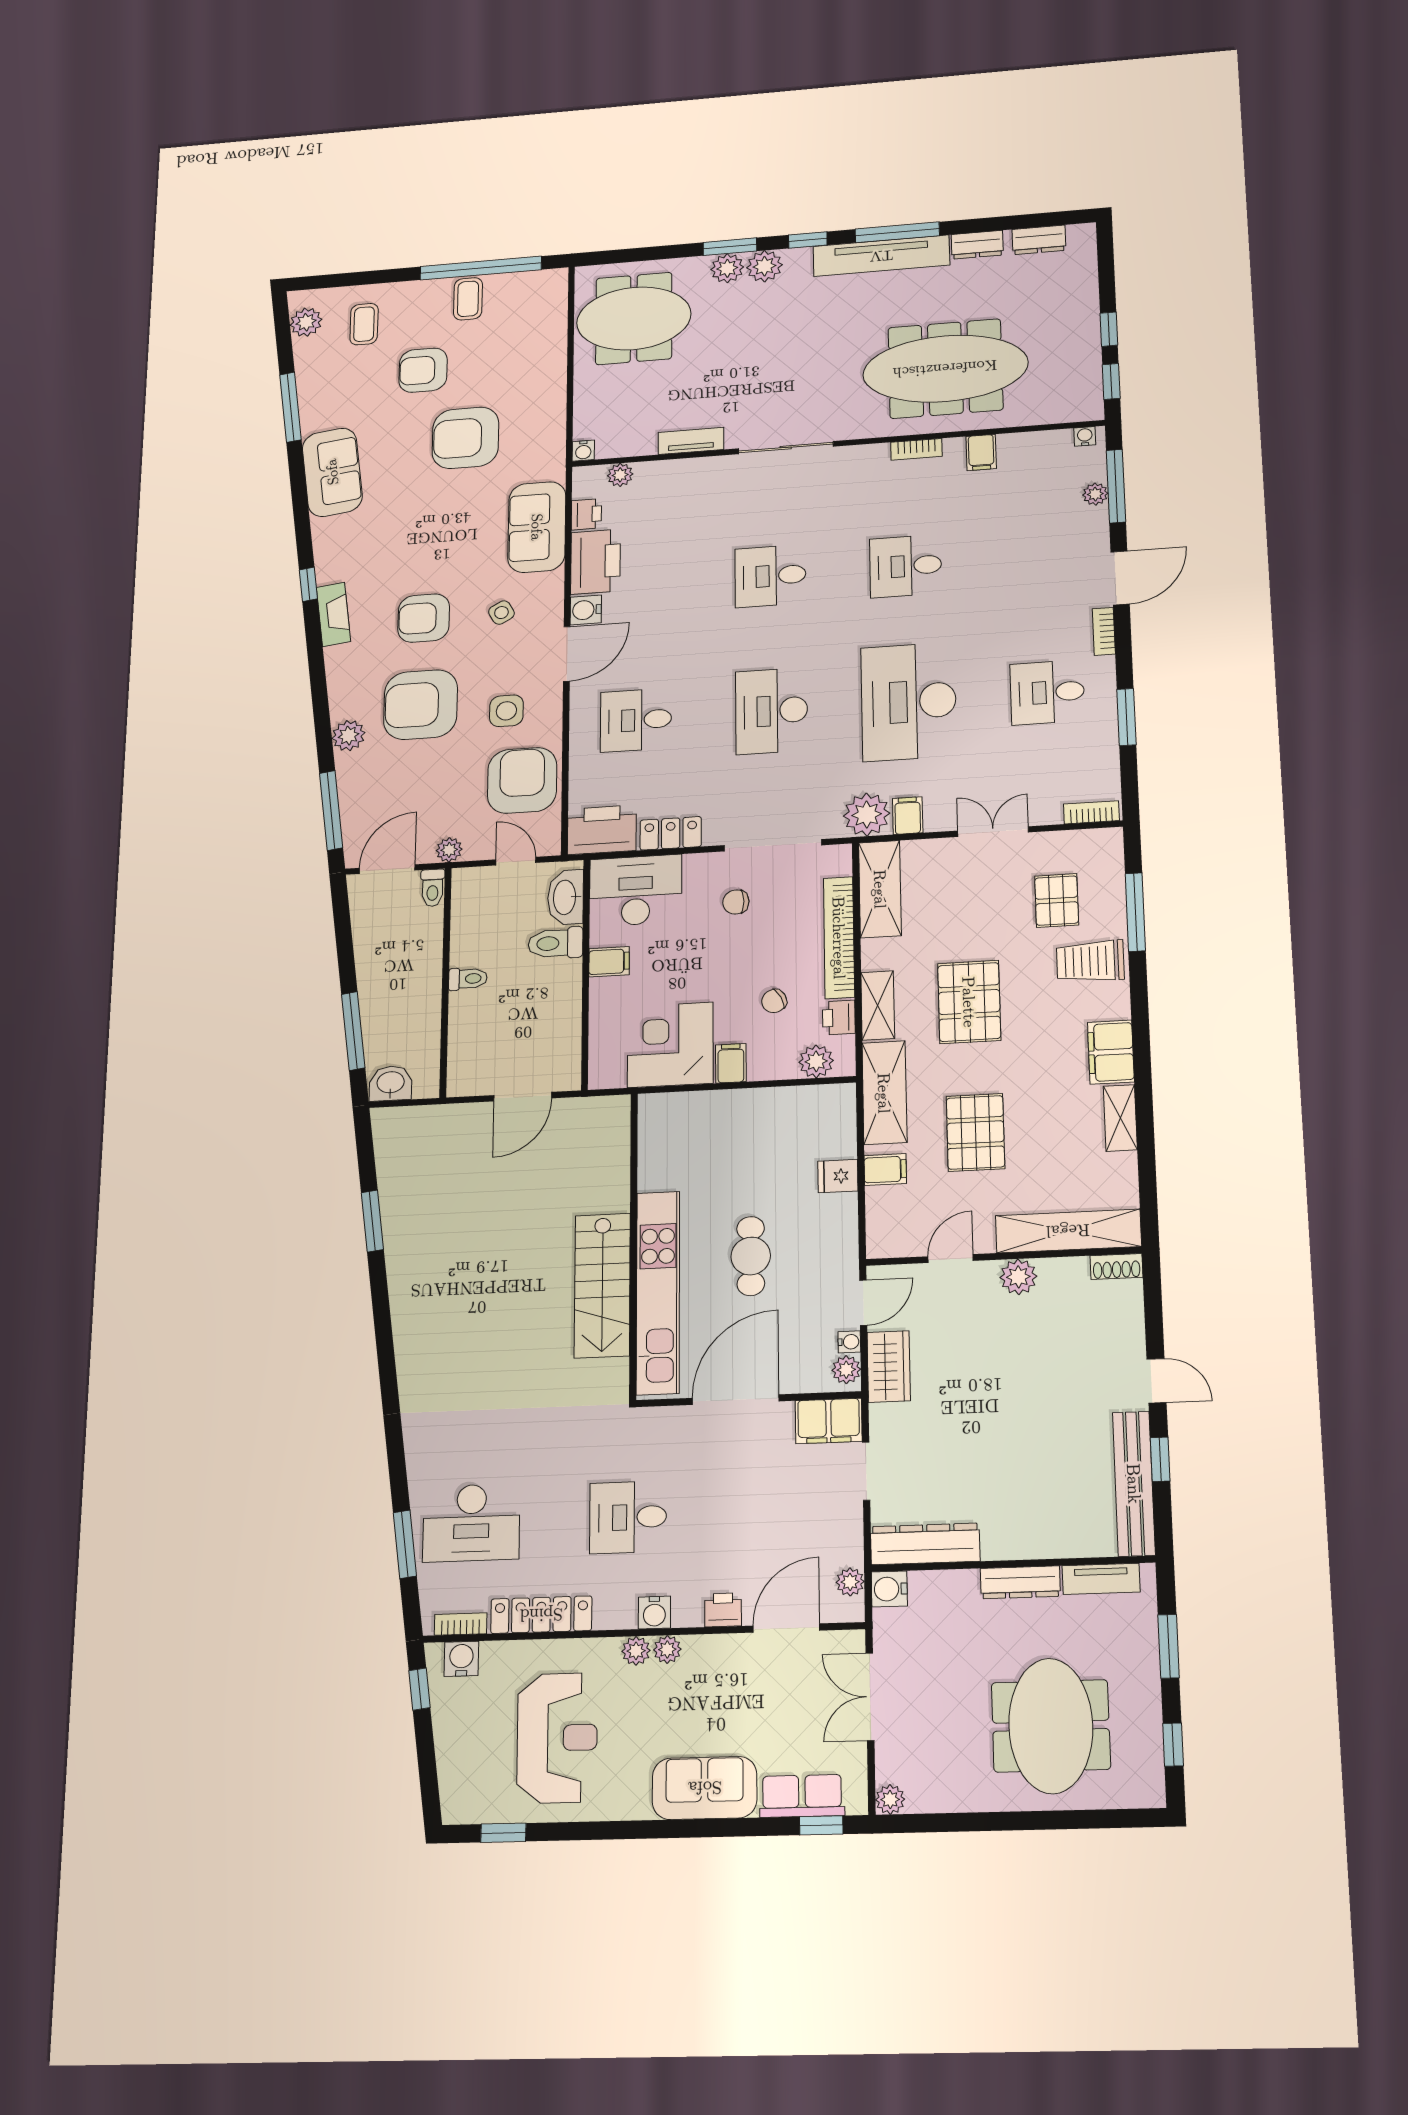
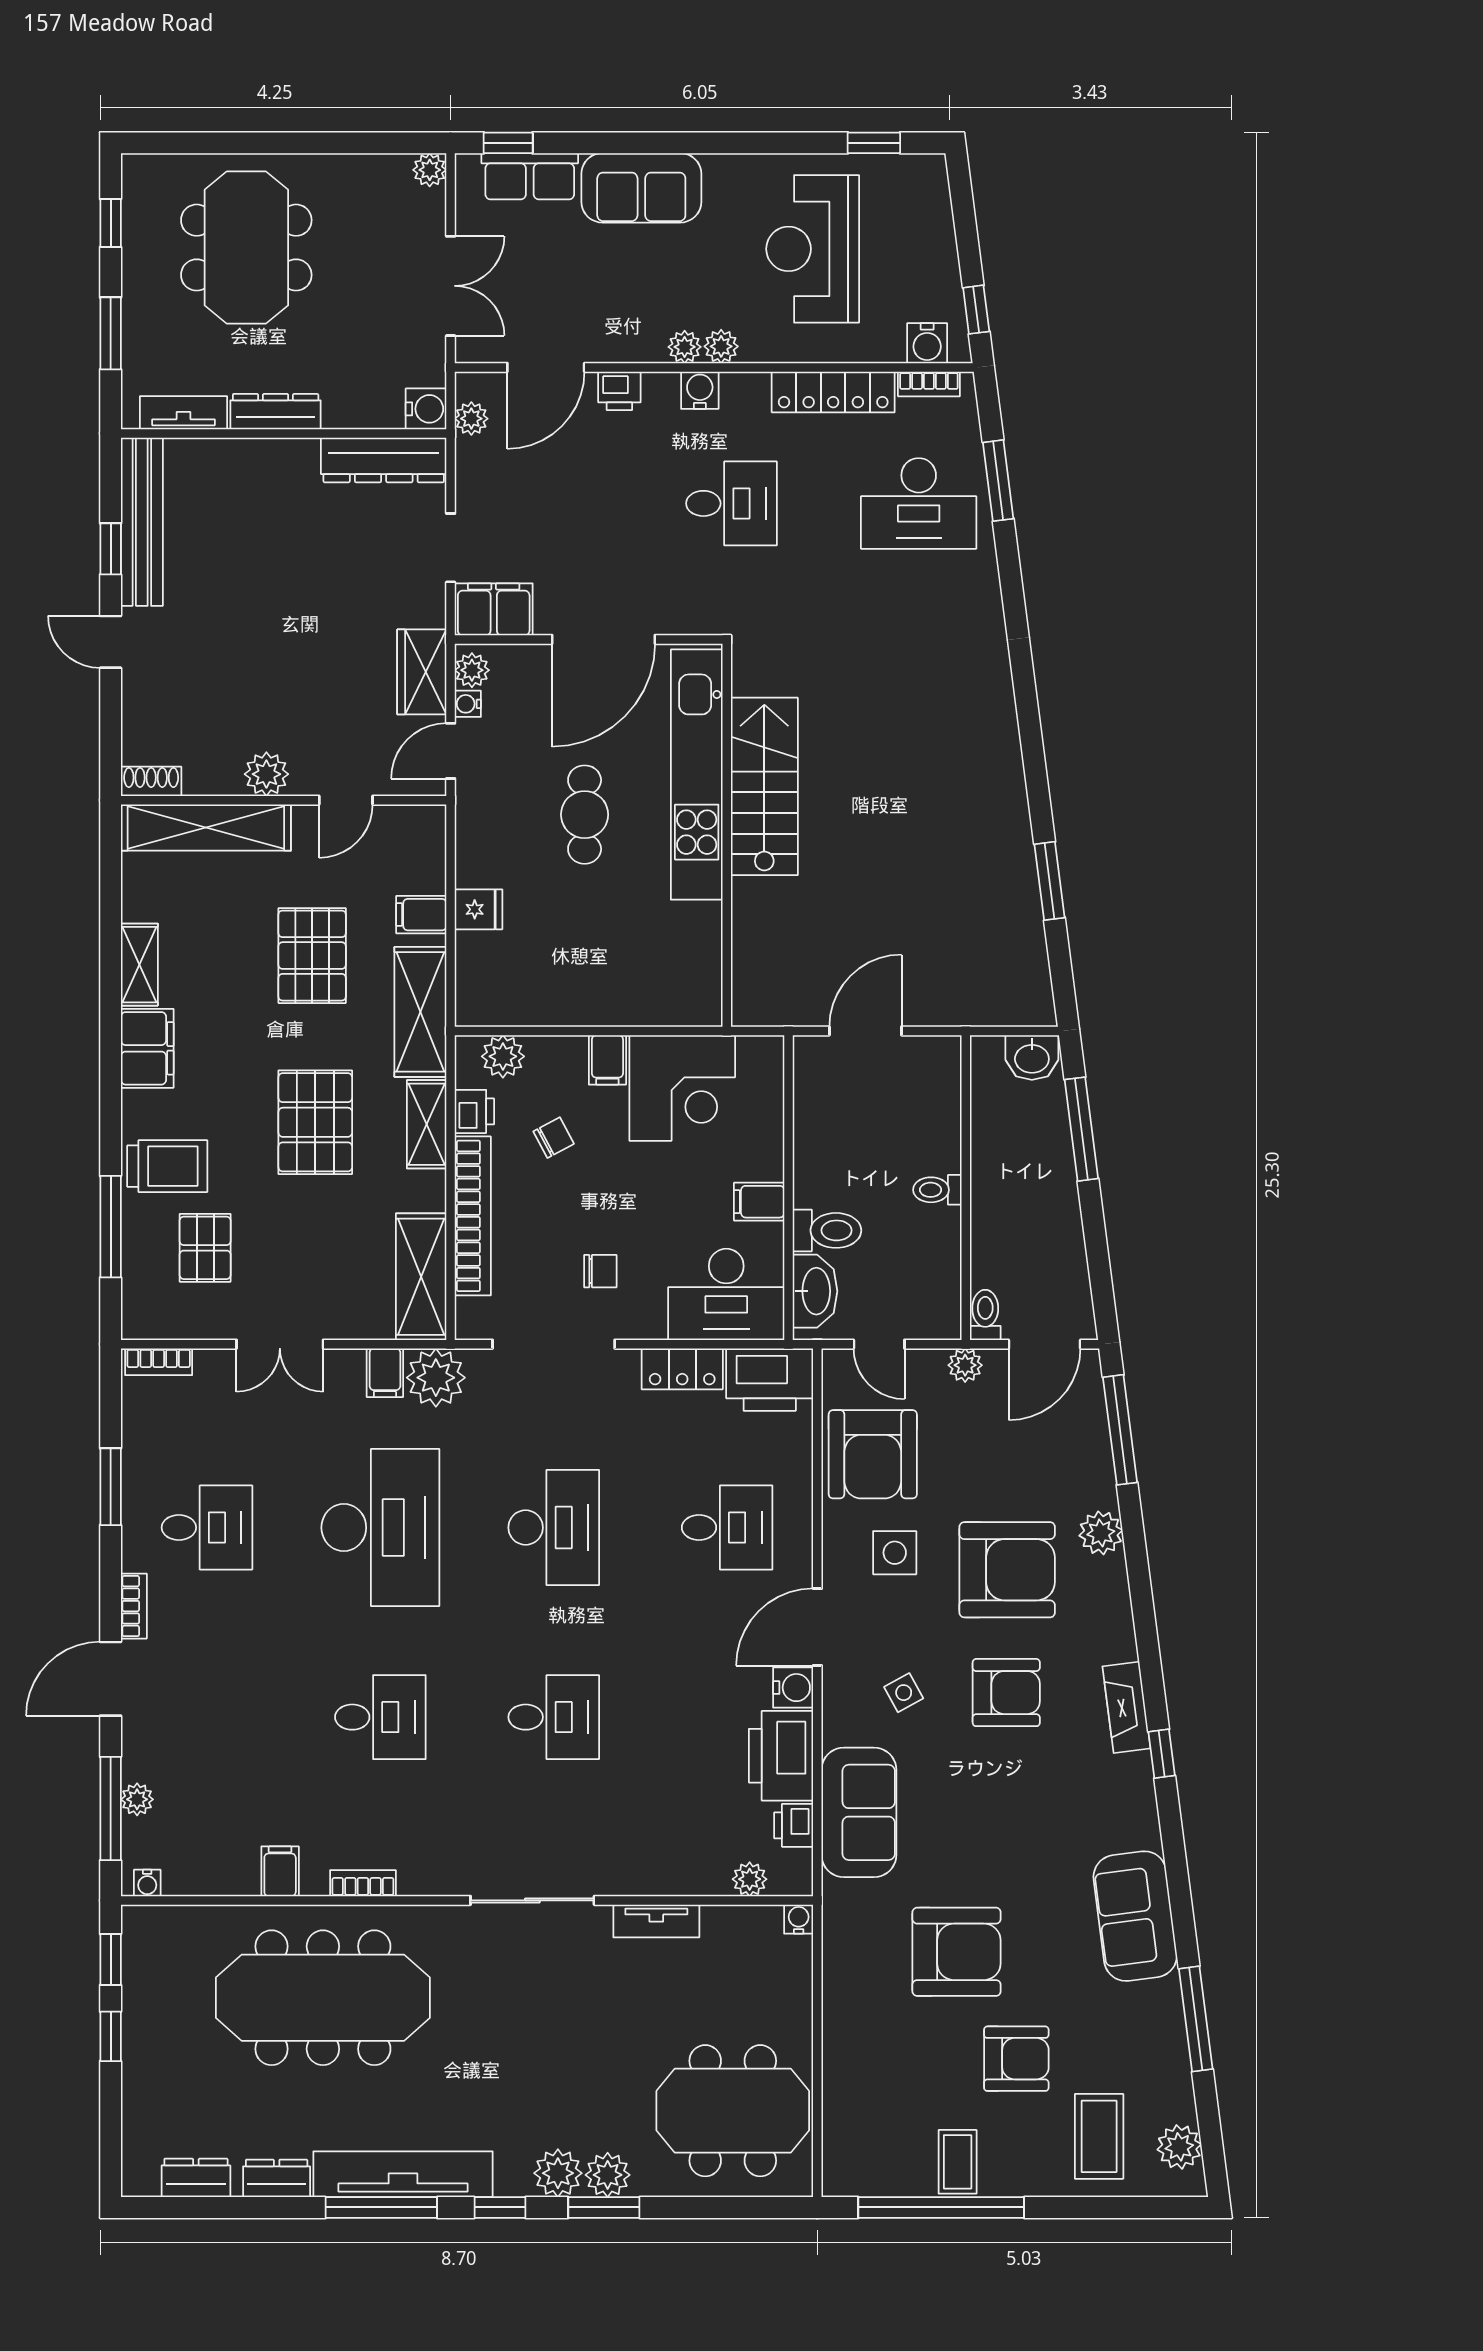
coffee table: (364, 324) -> (1099, 2136), width x1.36, depth x1.30
desk: (471, 1523) -> (919, 503), turned 180

